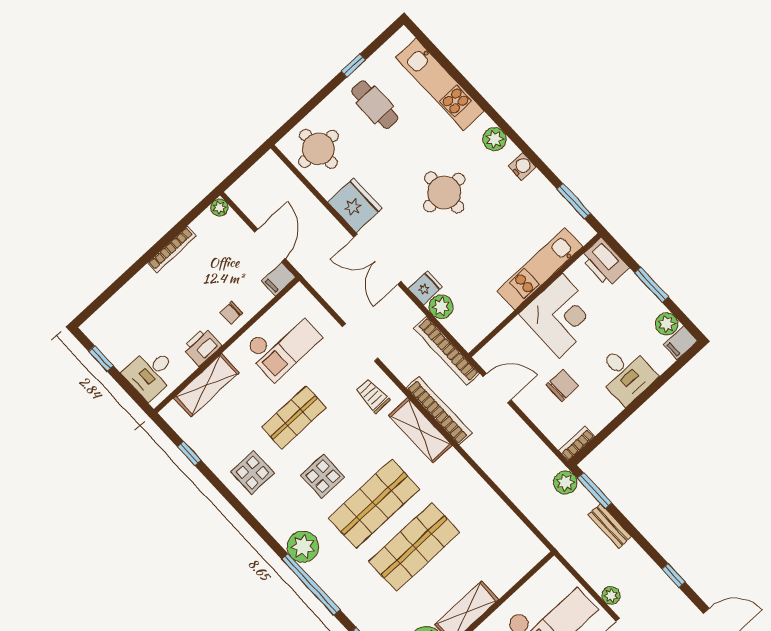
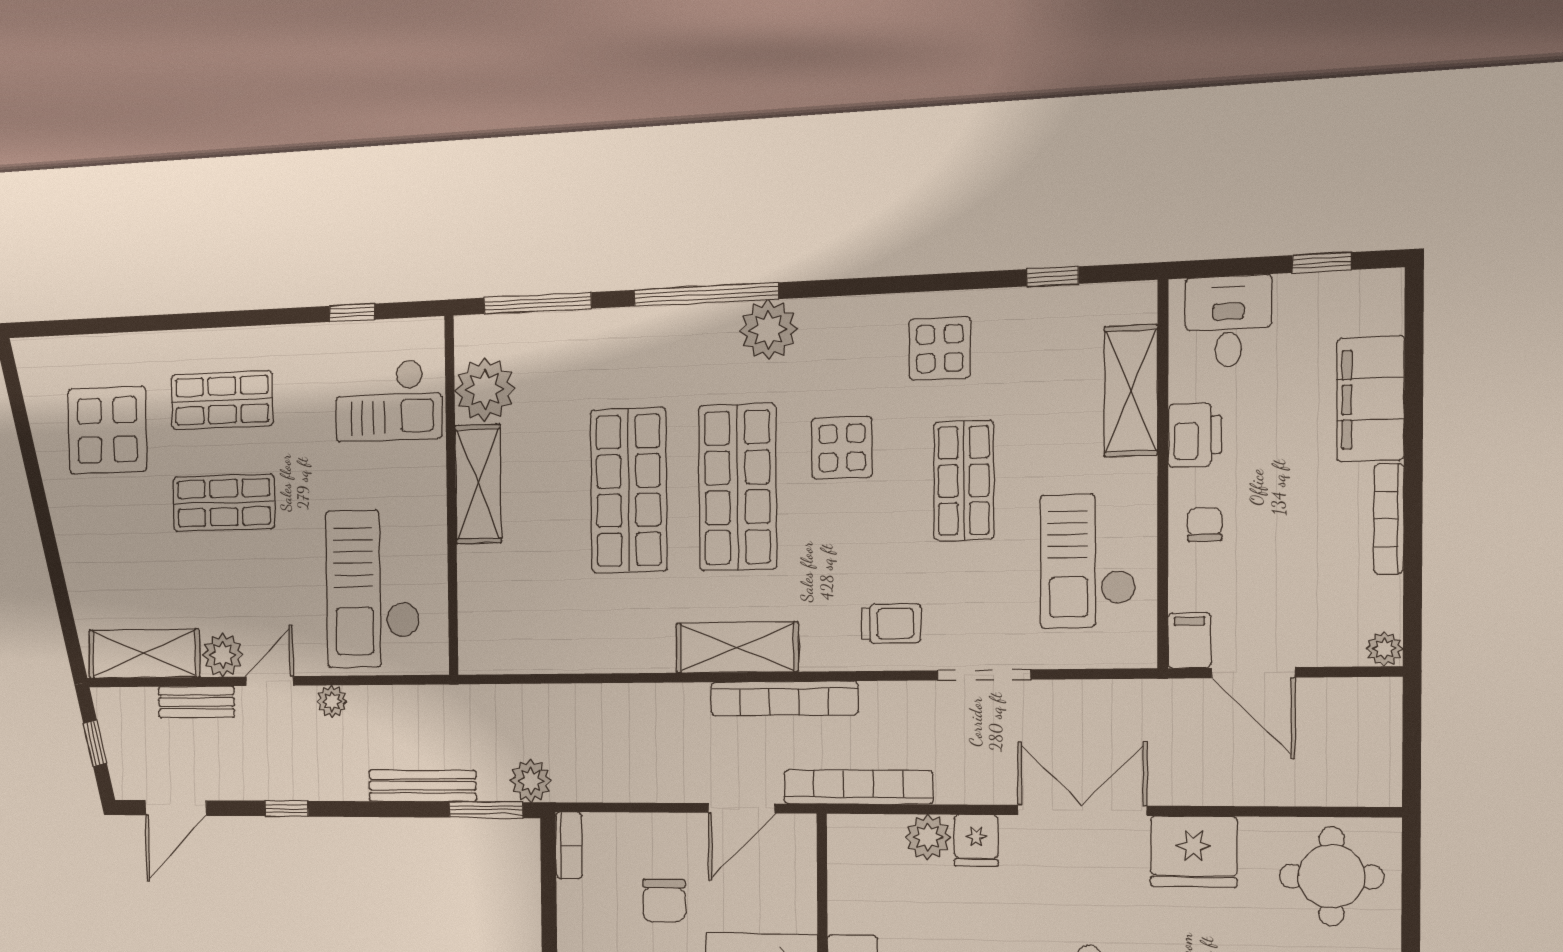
filing cabinet: (135, 296) -> (1370, 399), added
shelving: (420, 430) -> (737, 647), moved
bench: (610, 526) -> (422, 786), width x1.36

